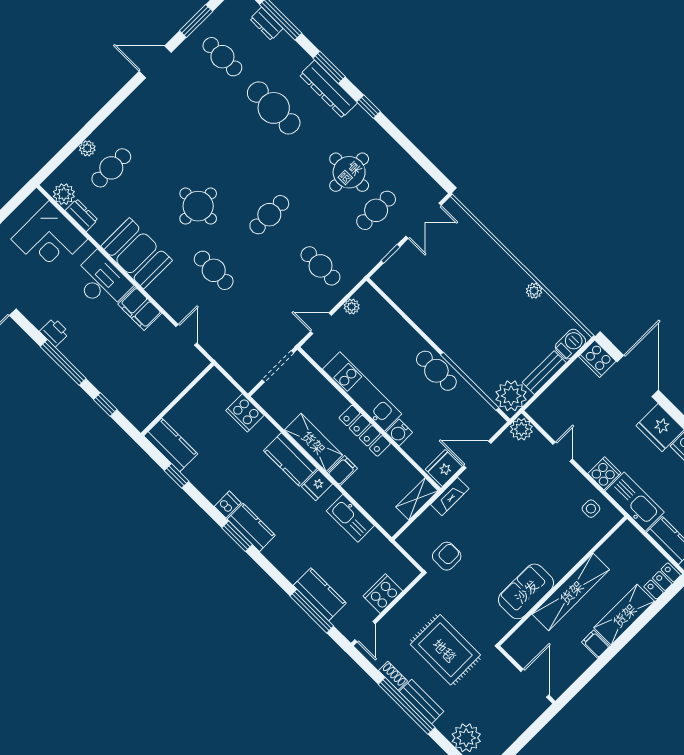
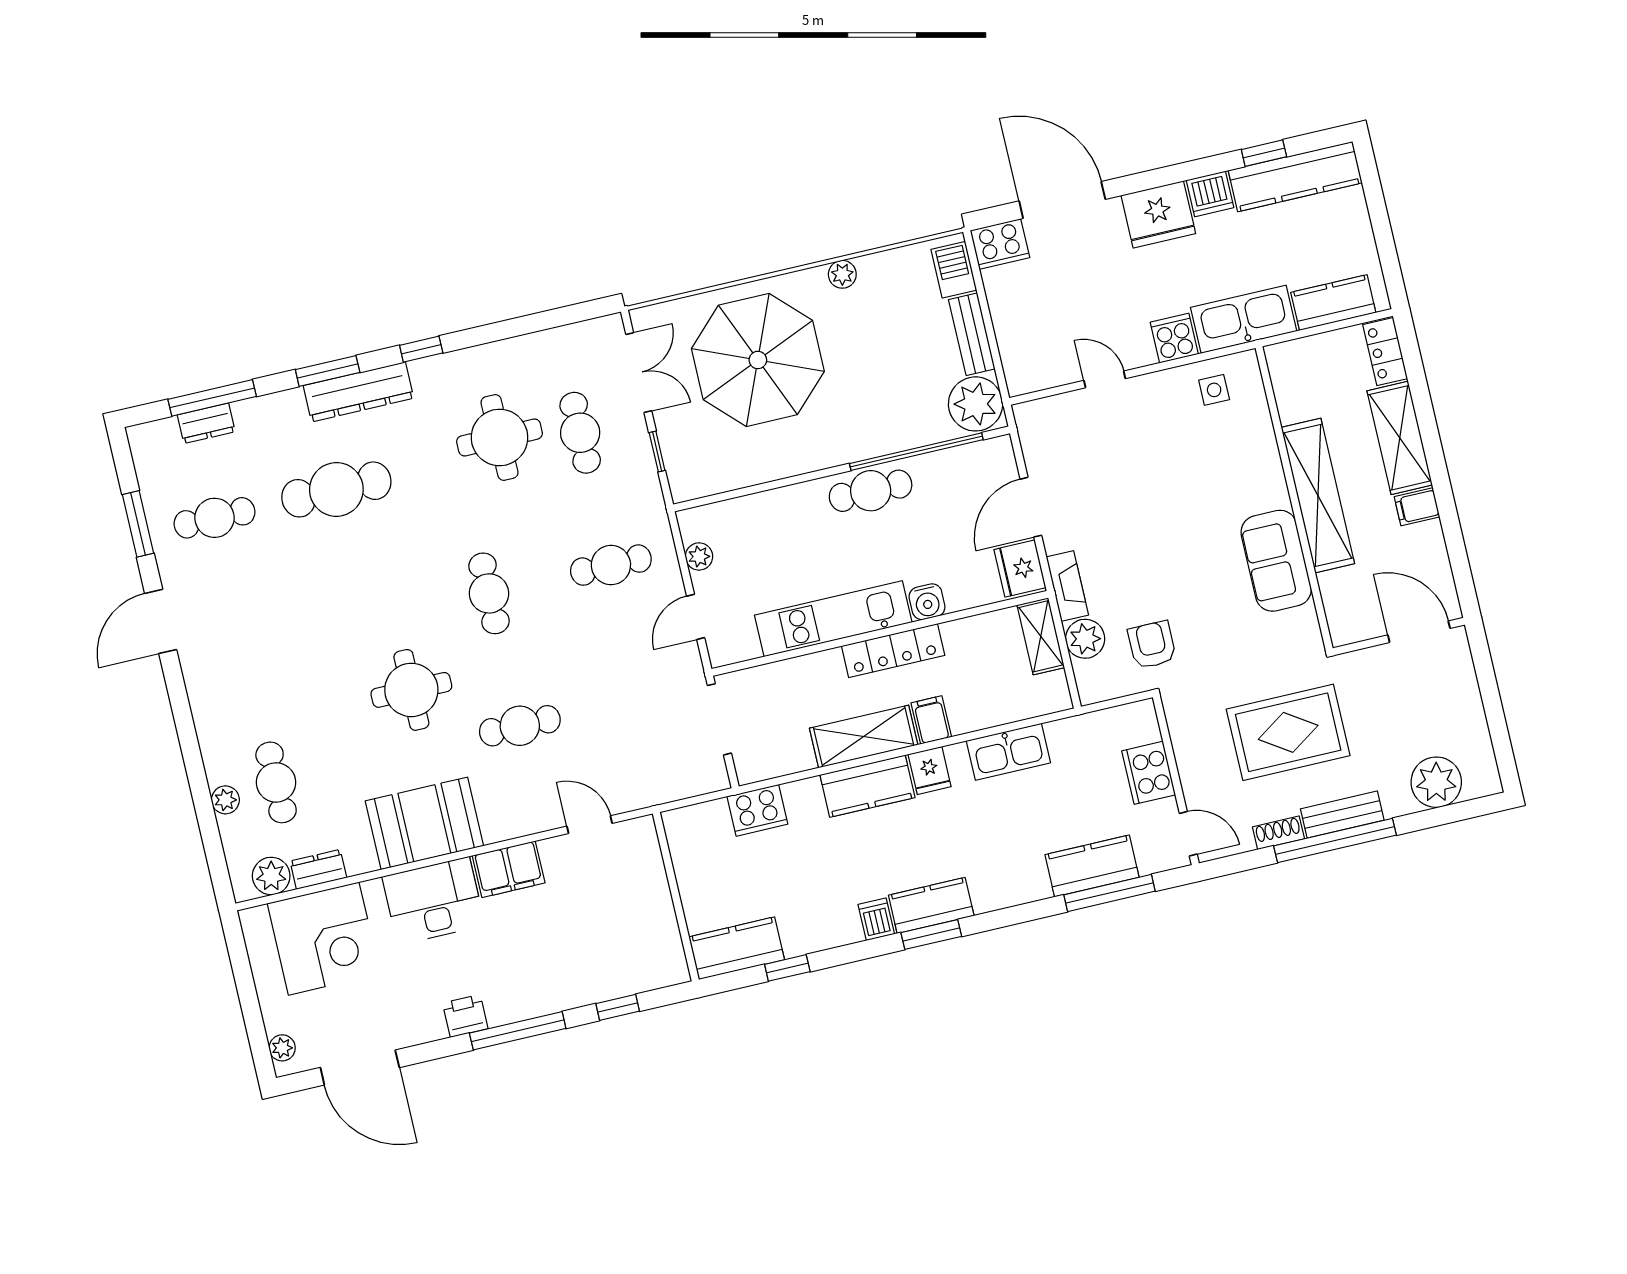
parasol: (466, 275) -> (758, 360), added
plant: (521, 429) -> (1085, 639), moved

